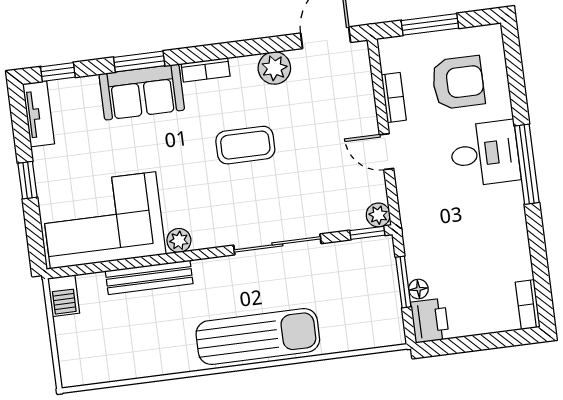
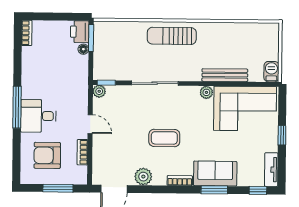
window: (403, 282) -> (91, 38), moved
sun lounger: (258, 336) -> (172, 36), width x0.73, depth x0.75

